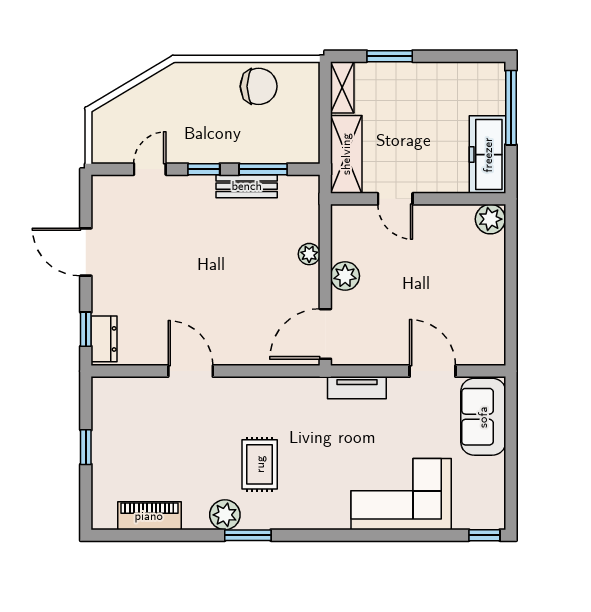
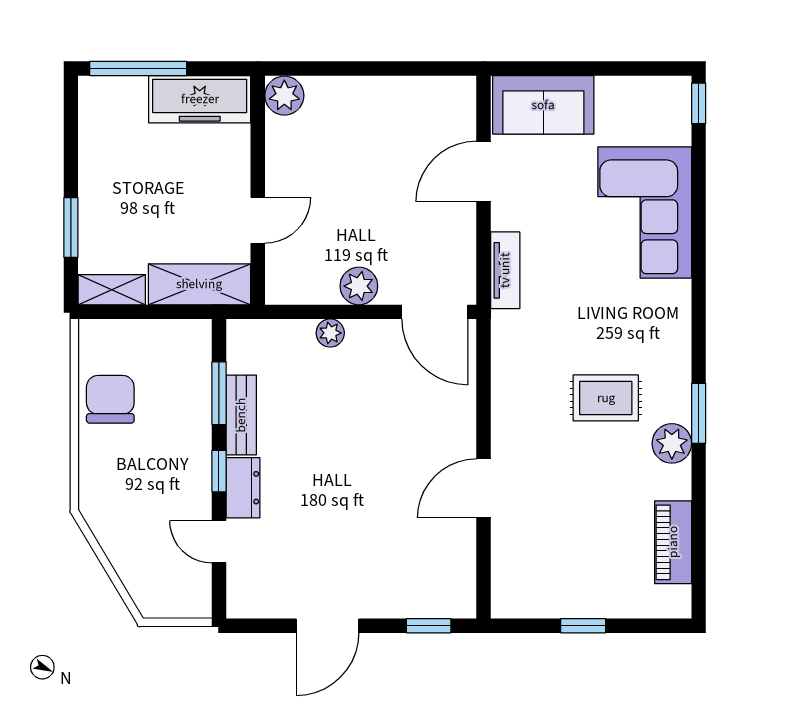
dresser: (104, 339) -> (243, 488), moved, turned 90

